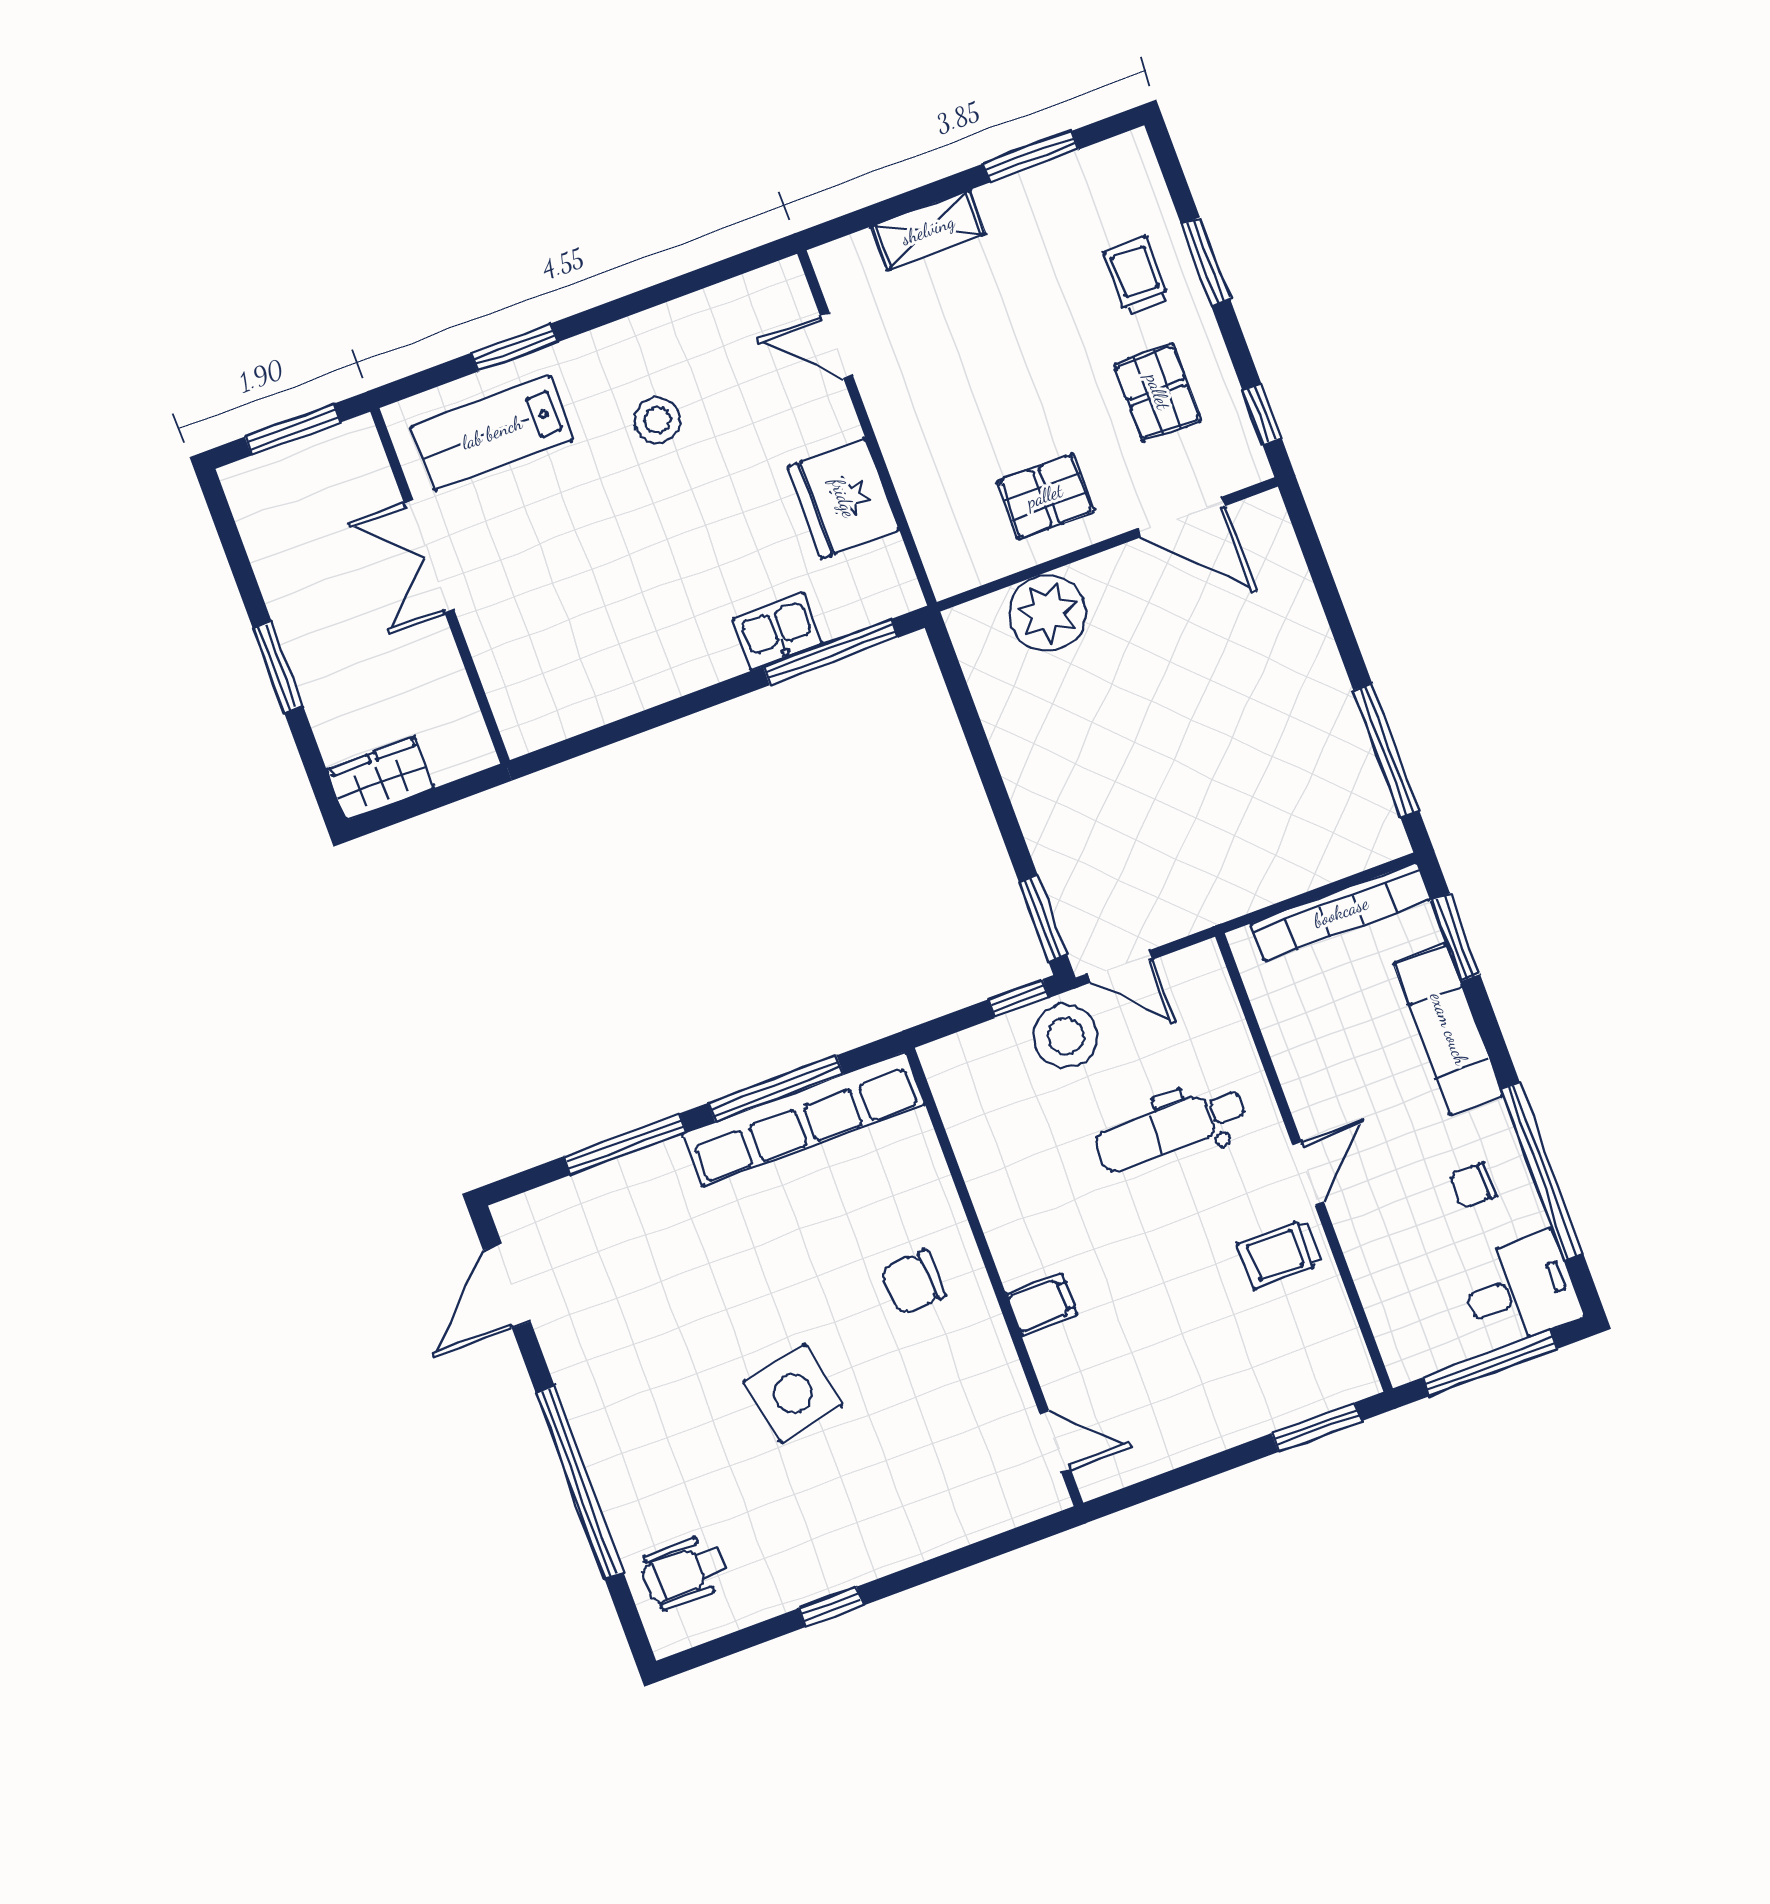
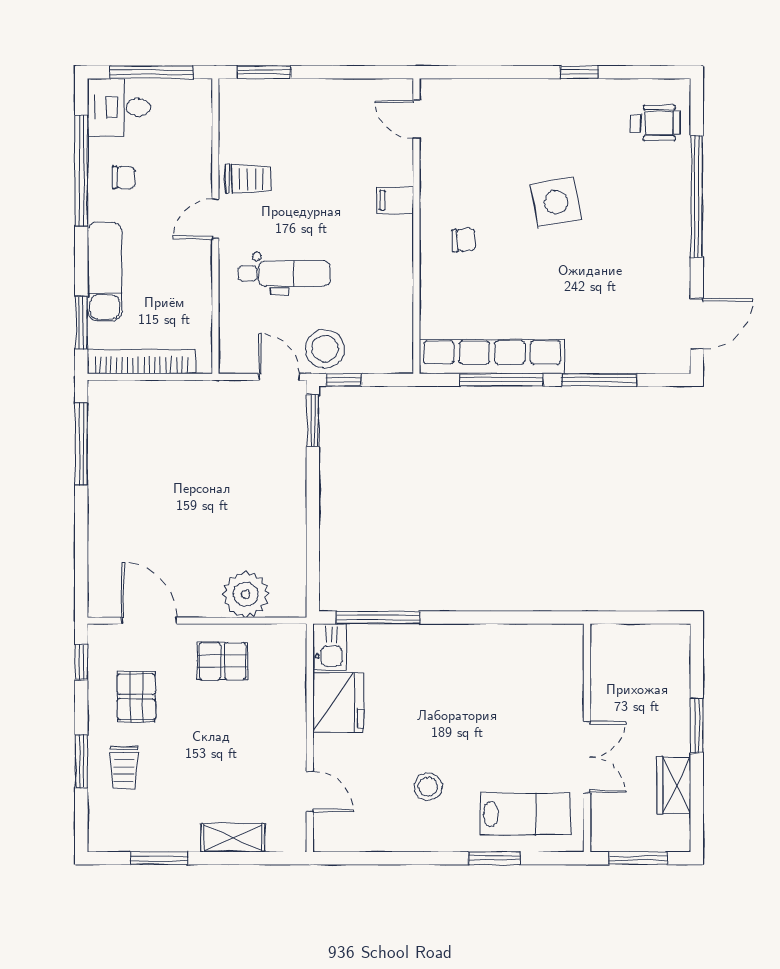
kitchen sink: (778, 631) -> (330, 647), moved, turned -90
wardrobe: (380, 779) -> (674, 785), moved, turned 90
chair: (913, 1282) -> (464, 240), width x0.73, depth x0.73

